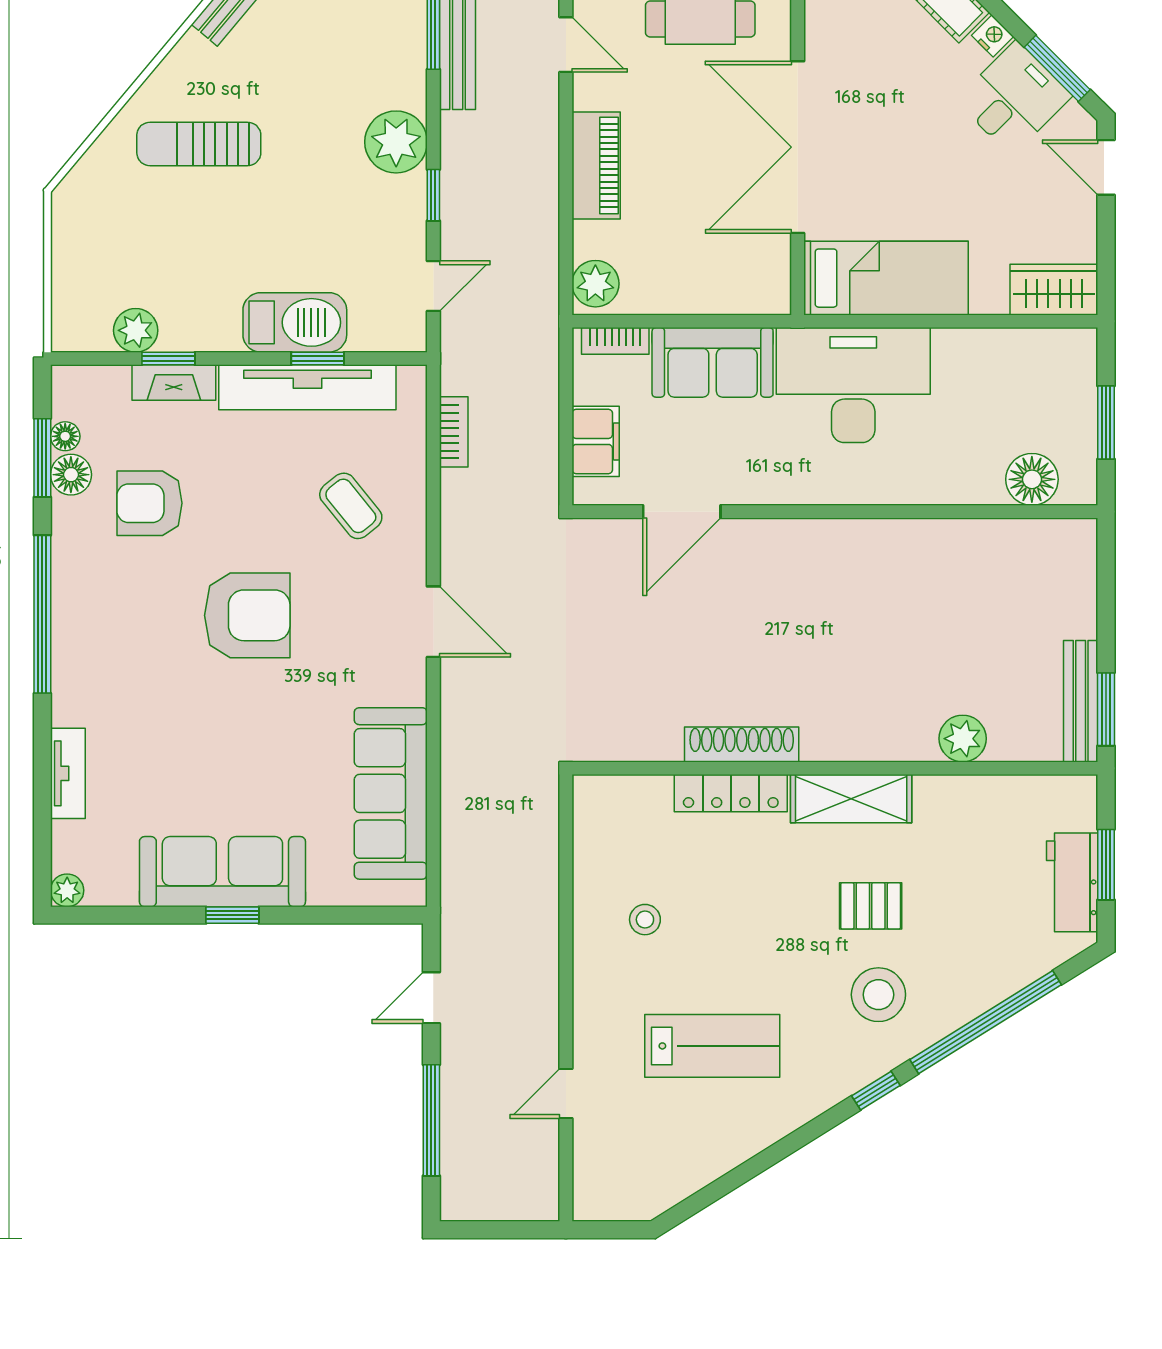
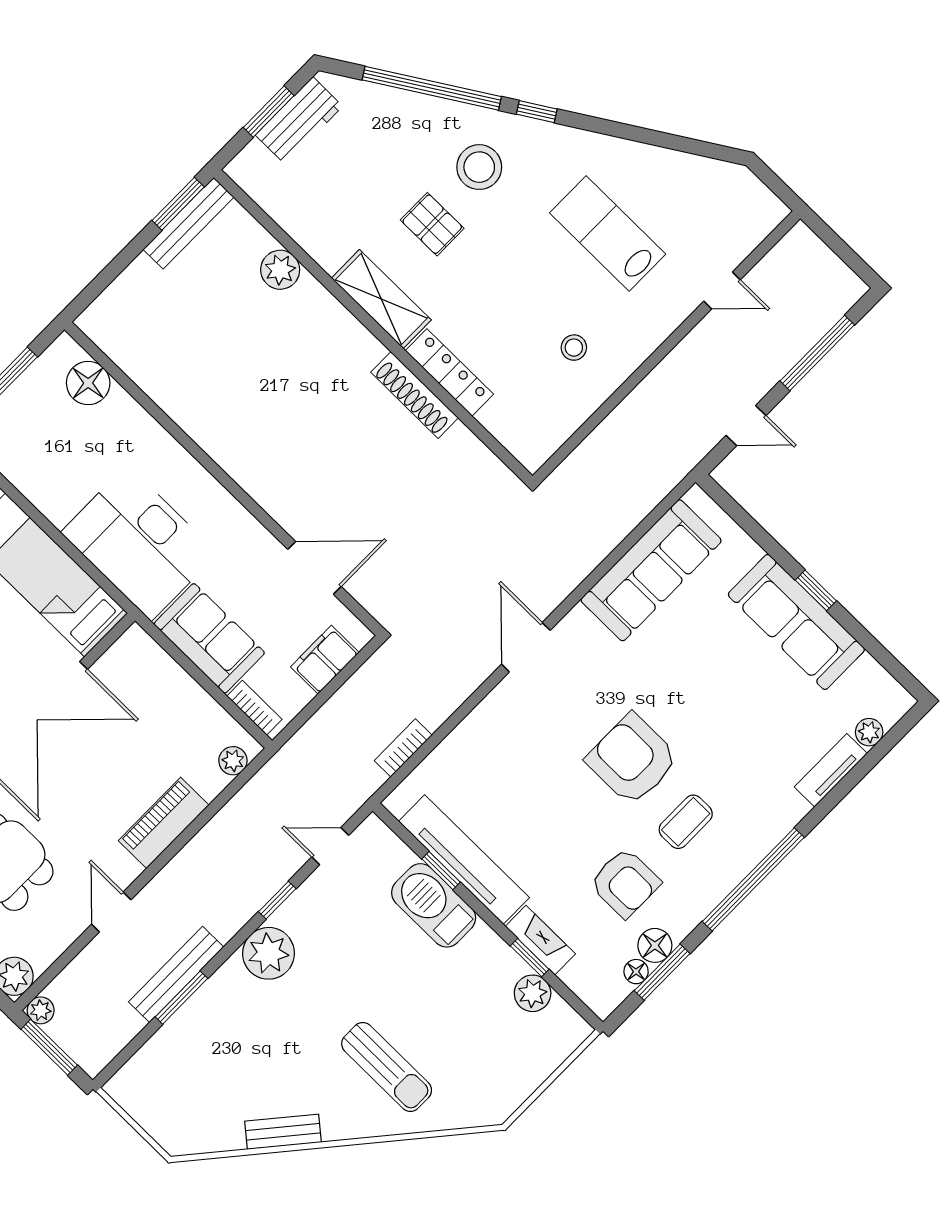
plant: (595, 284) -> (233, 761), width x0.73, depth x0.73
coffee table: (351, 506) -> (686, 822), moved, turned 39
plant: (67, 890) -> (869, 732), moved

